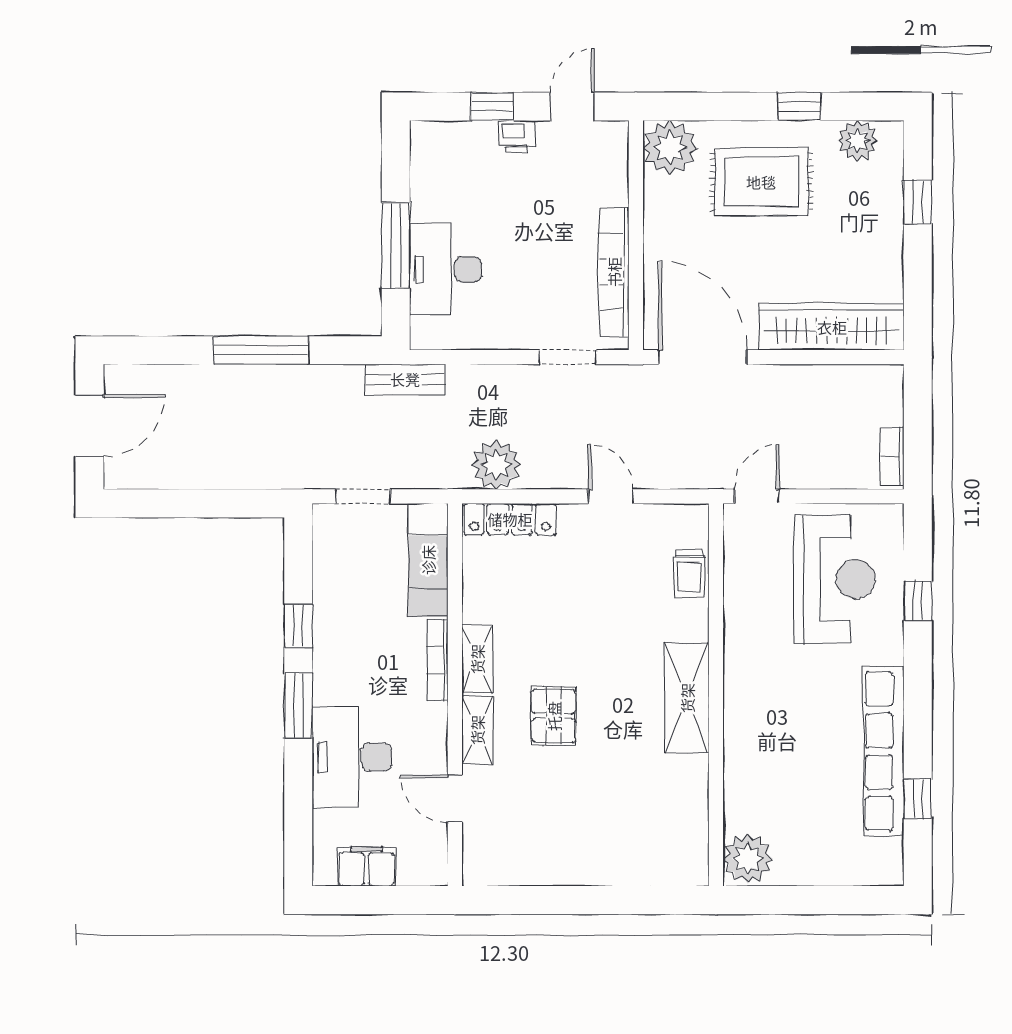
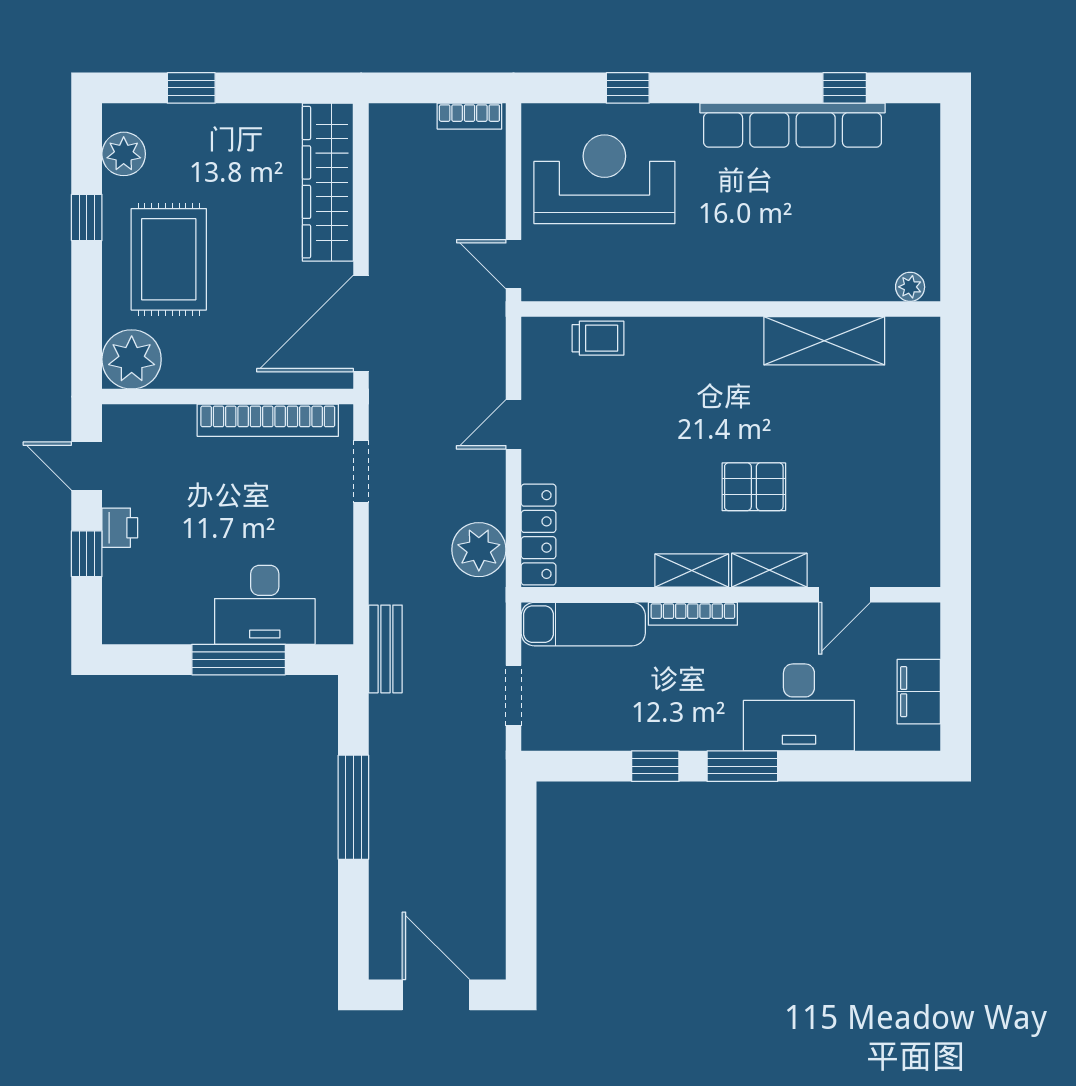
shelving: (687, 698) -> (824, 341), moved
plant: (748, 859) -> (910, 287), width x0.53, depth x0.53

